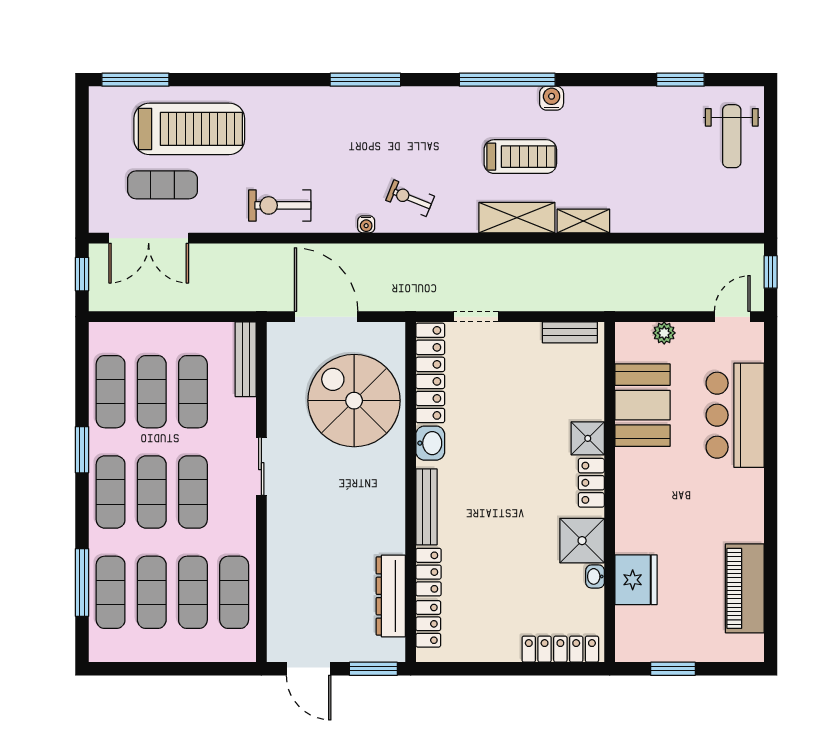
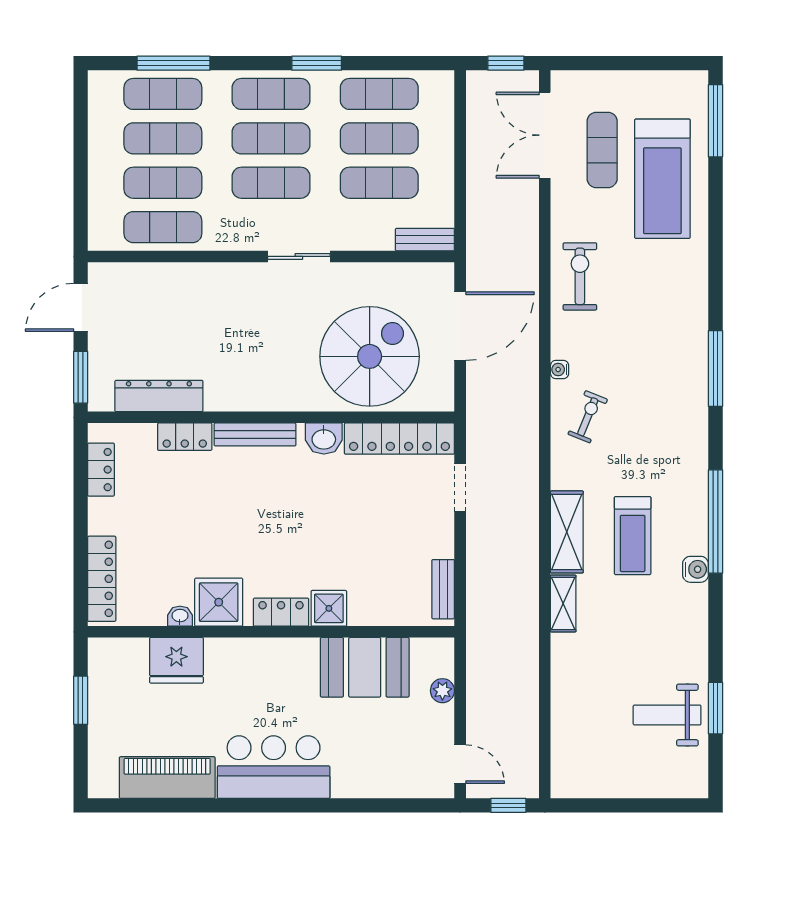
weight bench: (732, 136) -> (667, 715), moved
bench: (246, 359) -> (425, 240), width x0.73
bar counter: (735, 415) -> (274, 767), moved
locker: (428, 624) -> (101, 470), moved, turned -90

